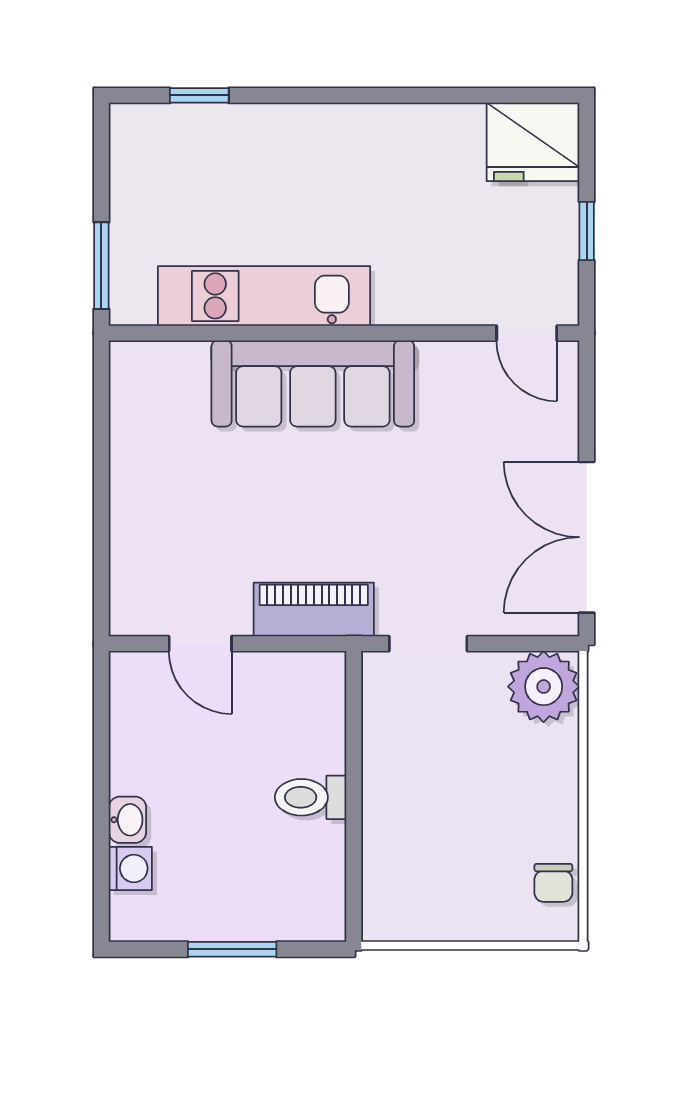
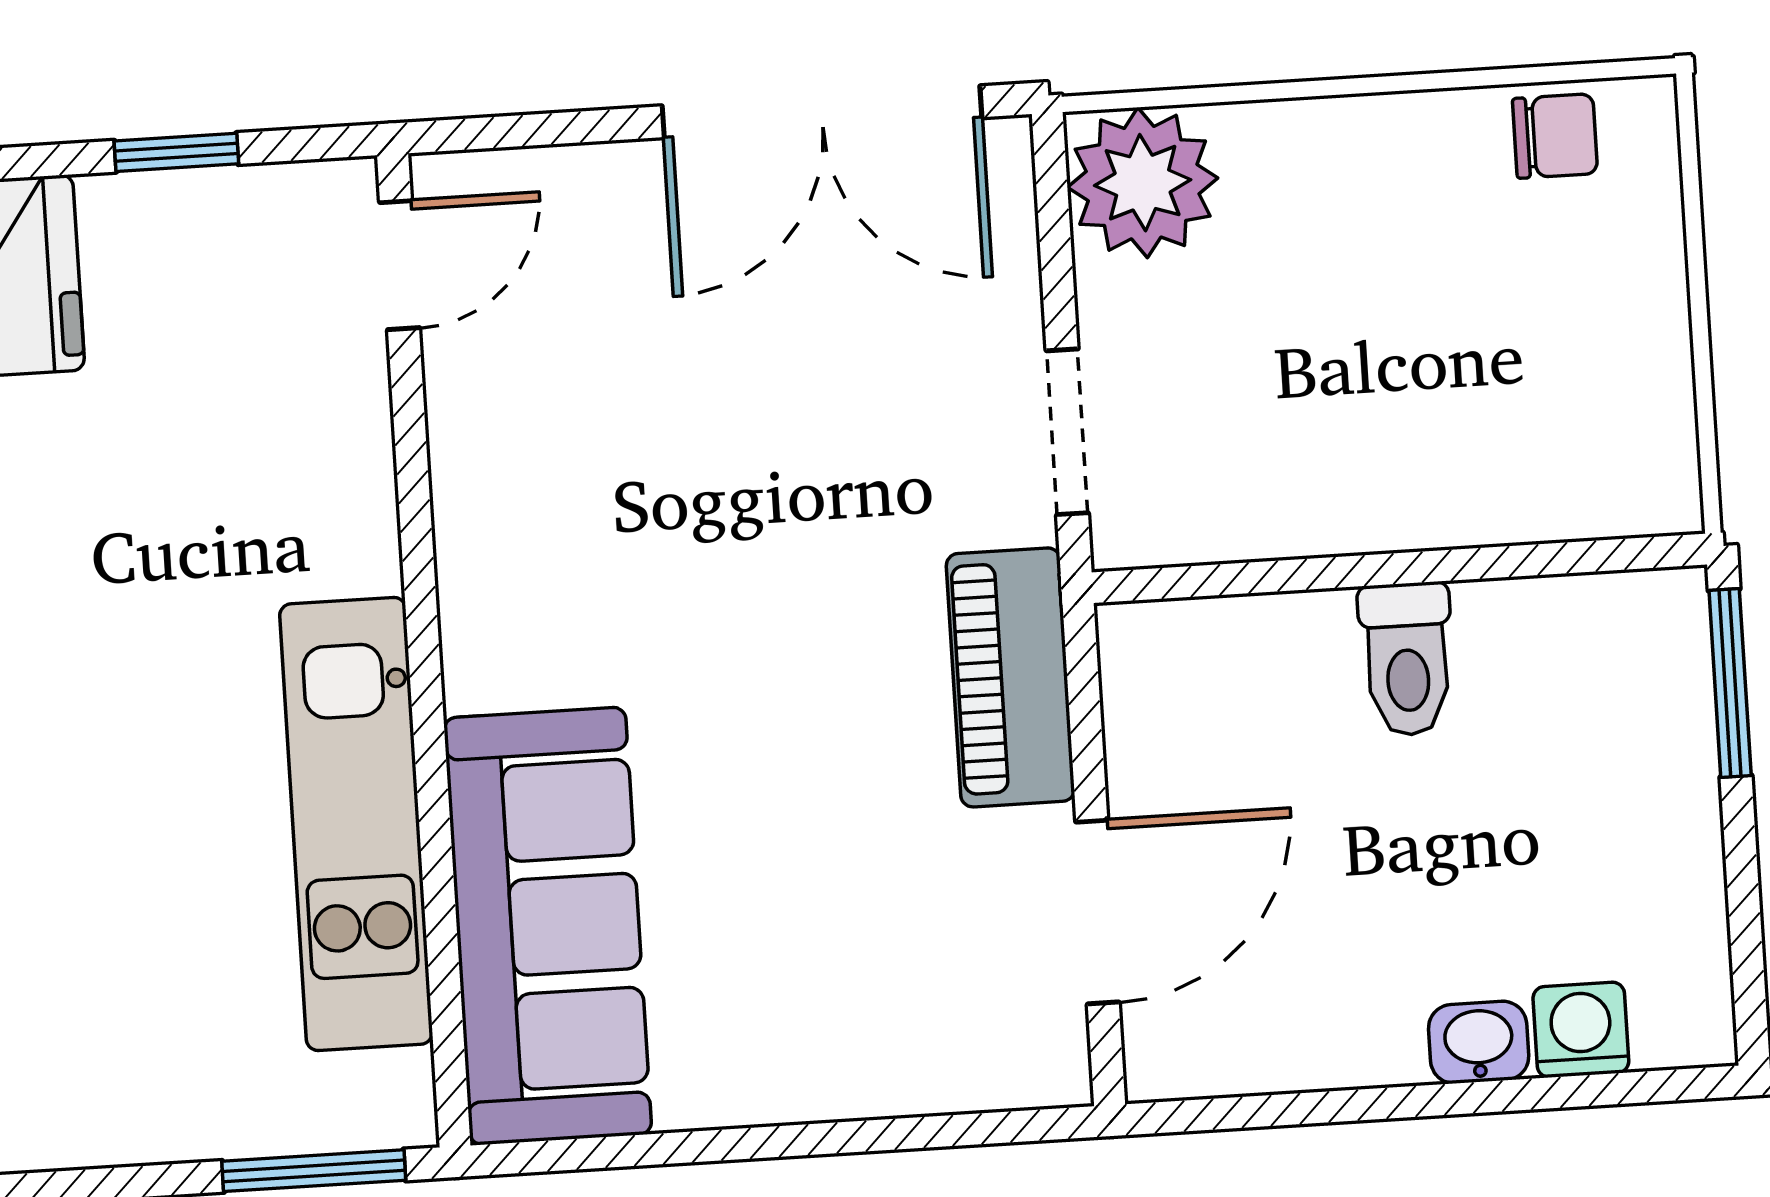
sofa: (313, 383) -> (548, 926), moved
door: (200, 644) -> (1097, 912), width x1.37
window: (232, 949) -> (1730, 683), moved

